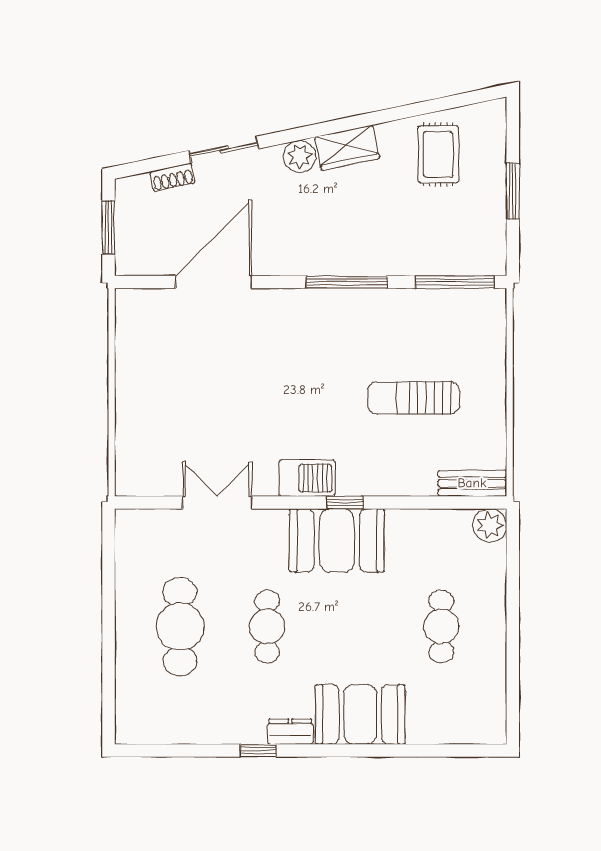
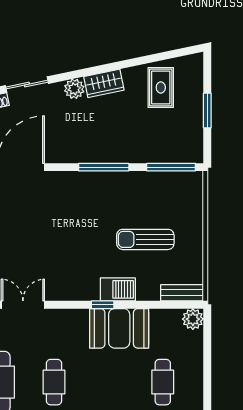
barbecue: (307, 478) -> (118, 289), moved
booth: (337, 540) -> (119, 328), moved

